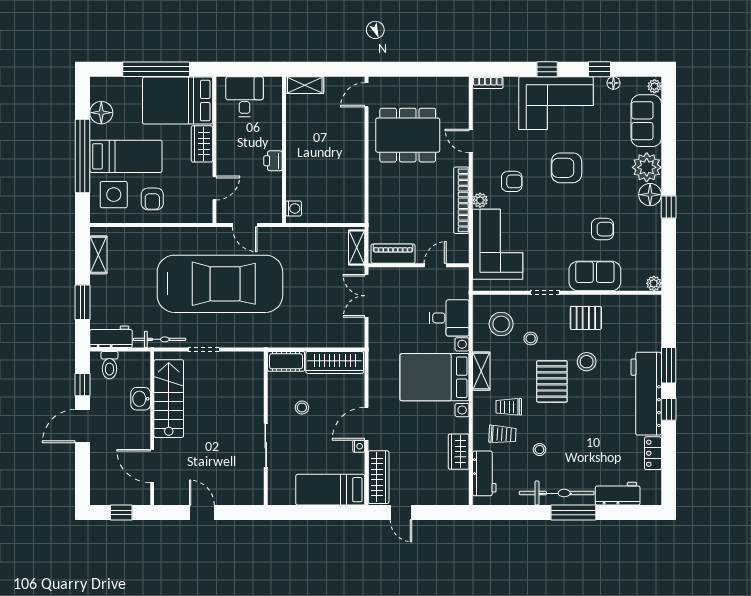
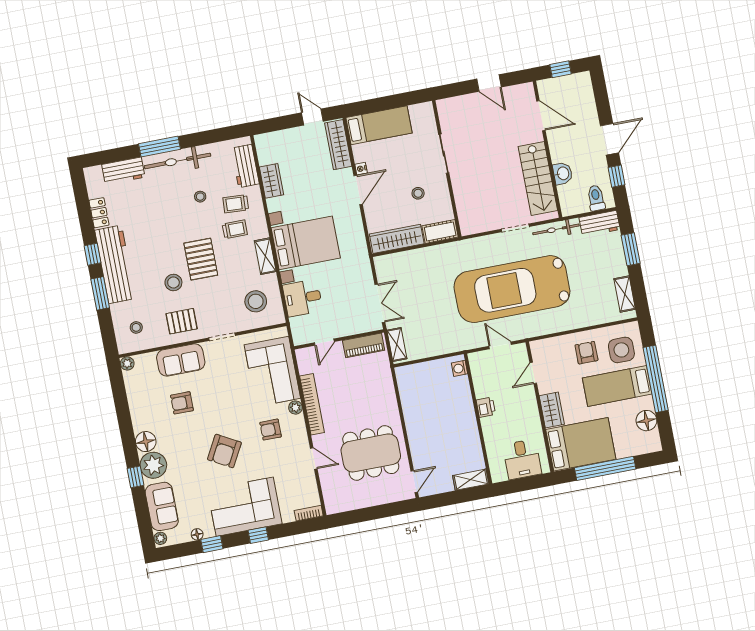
armchair: (566, 168) -> (224, 451), turned 119
window: (669, 207) -> (135, 477), moved
stool: (531, 339) -> (136, 327), moved

